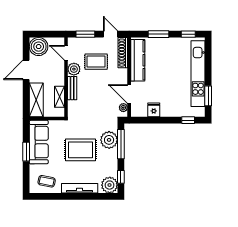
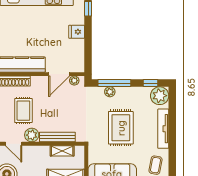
door: (66, 53) -> (14, 144), hinge flipped
bench: (72, 88) -> (57, 137), width x1.36
fridge: (154, 110) -> (77, 32), moved
plant: (109, 140) -> (110, 92), width x0.53, depth x0.53

